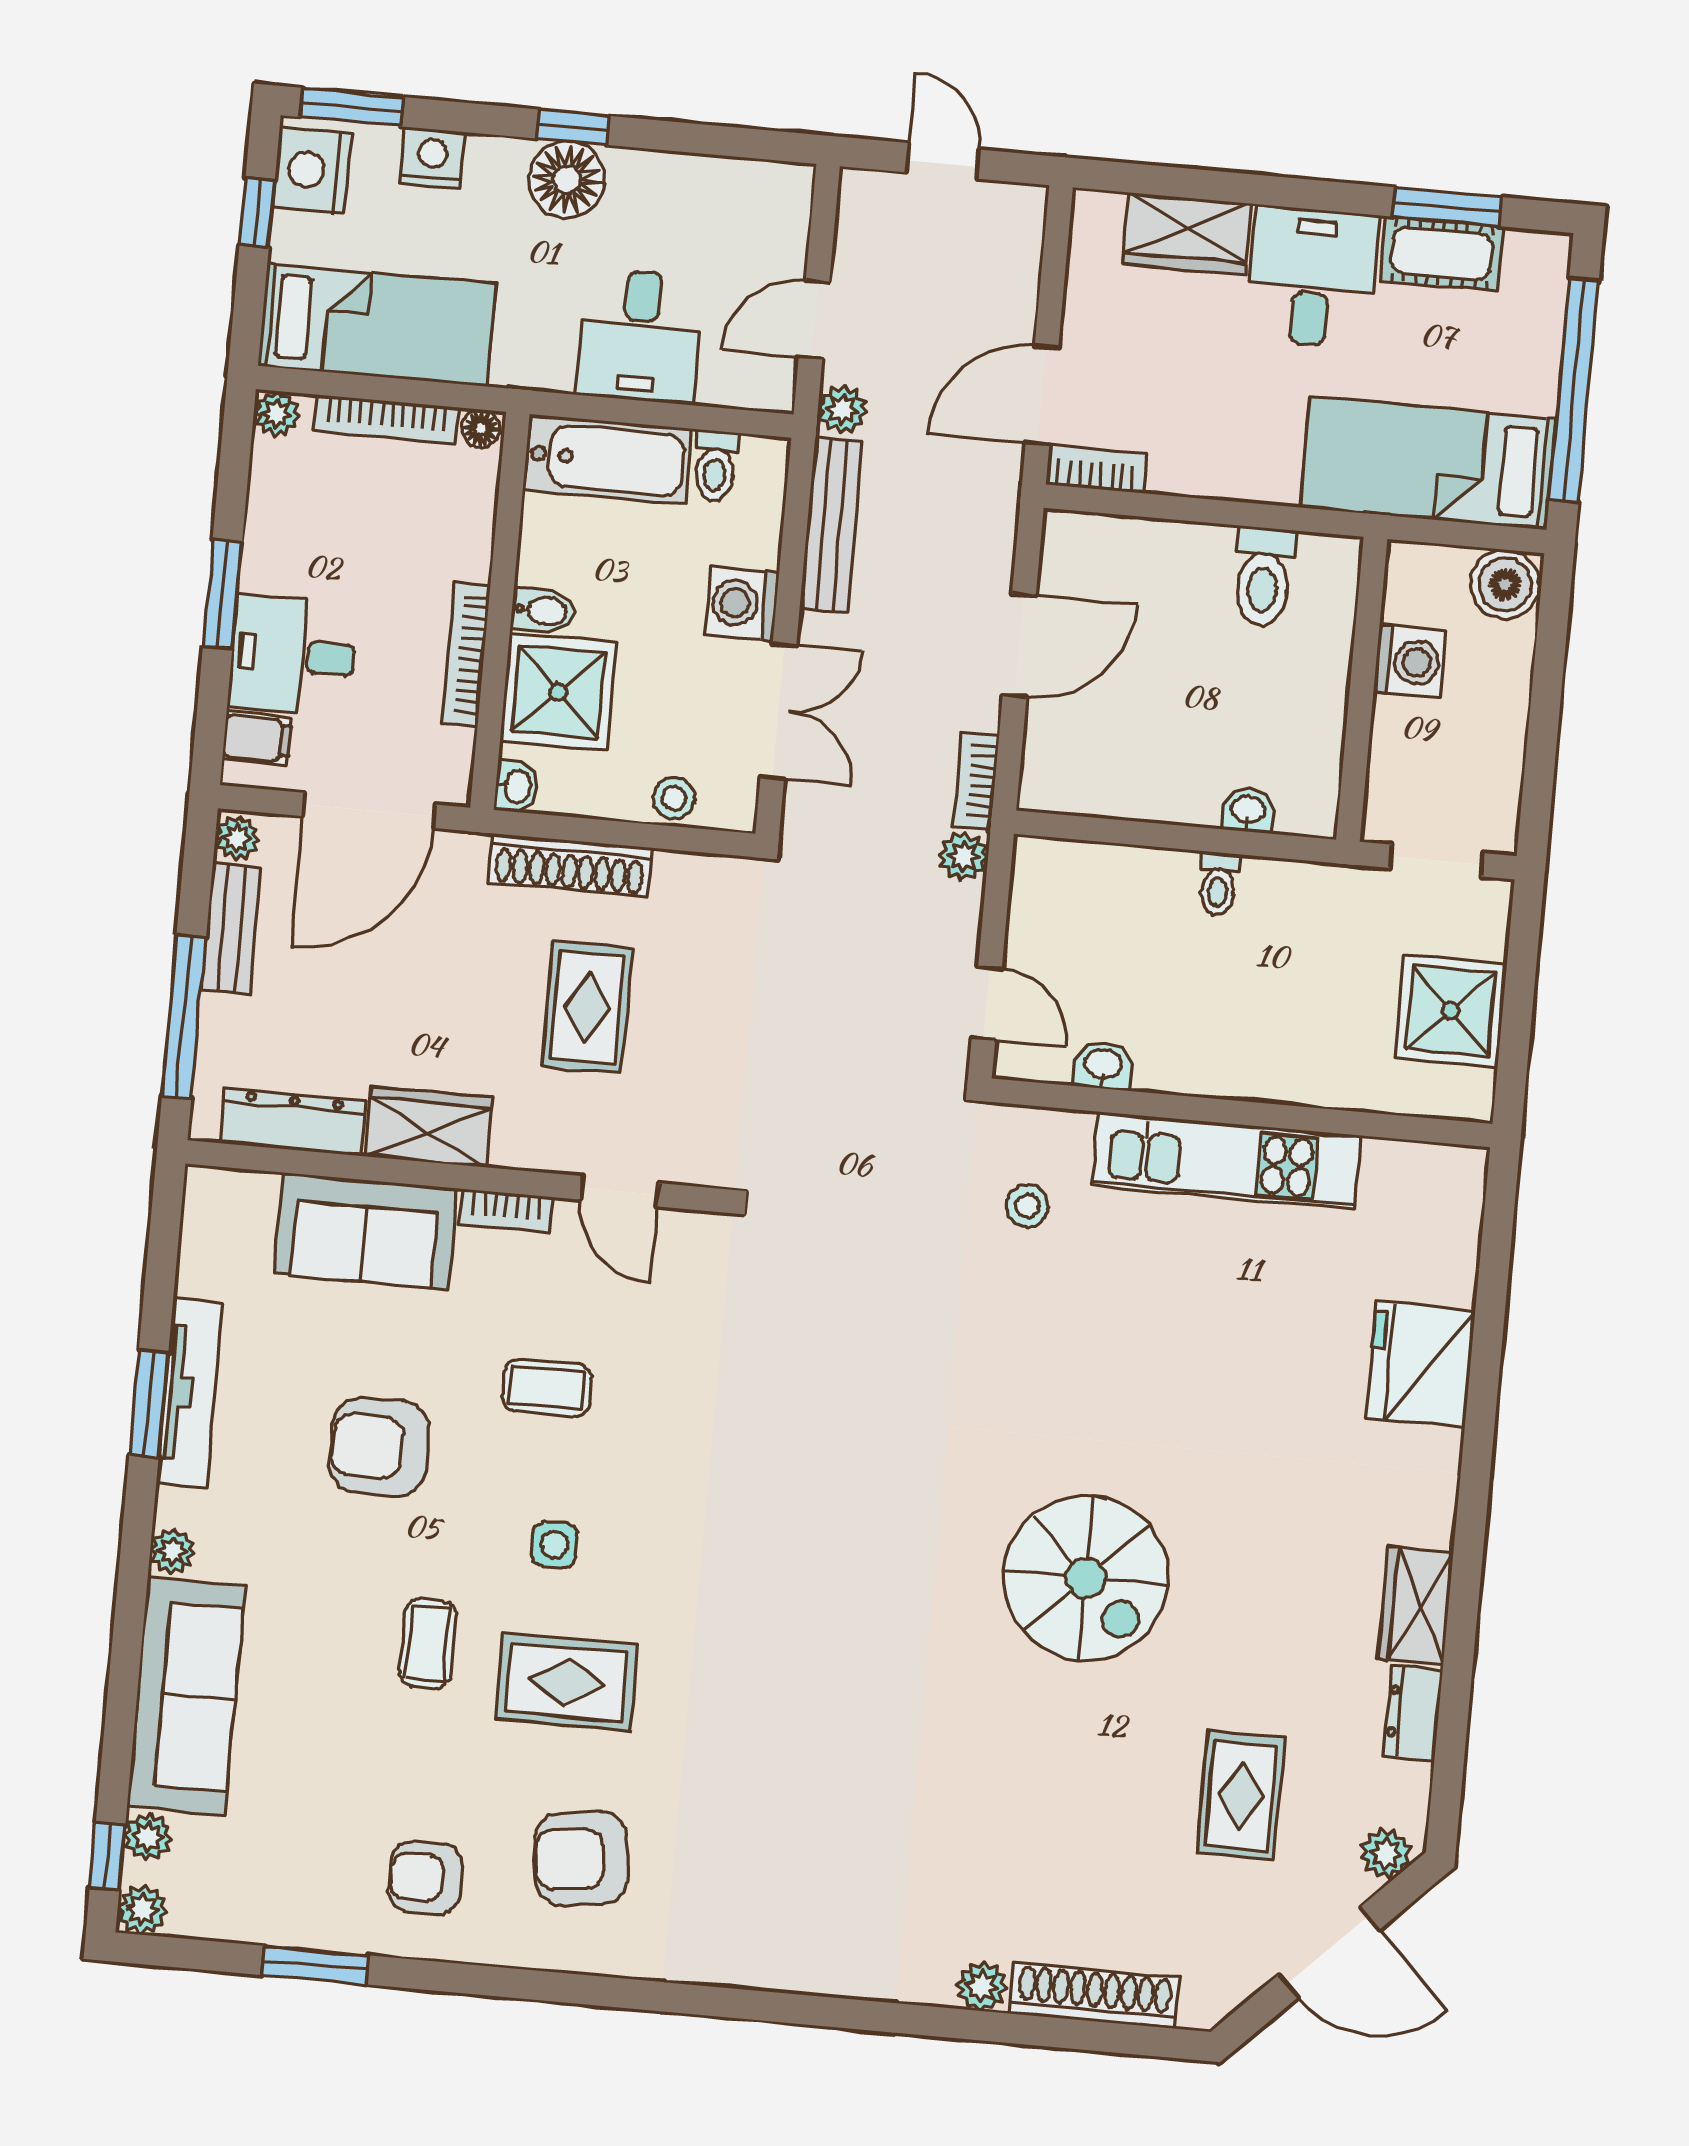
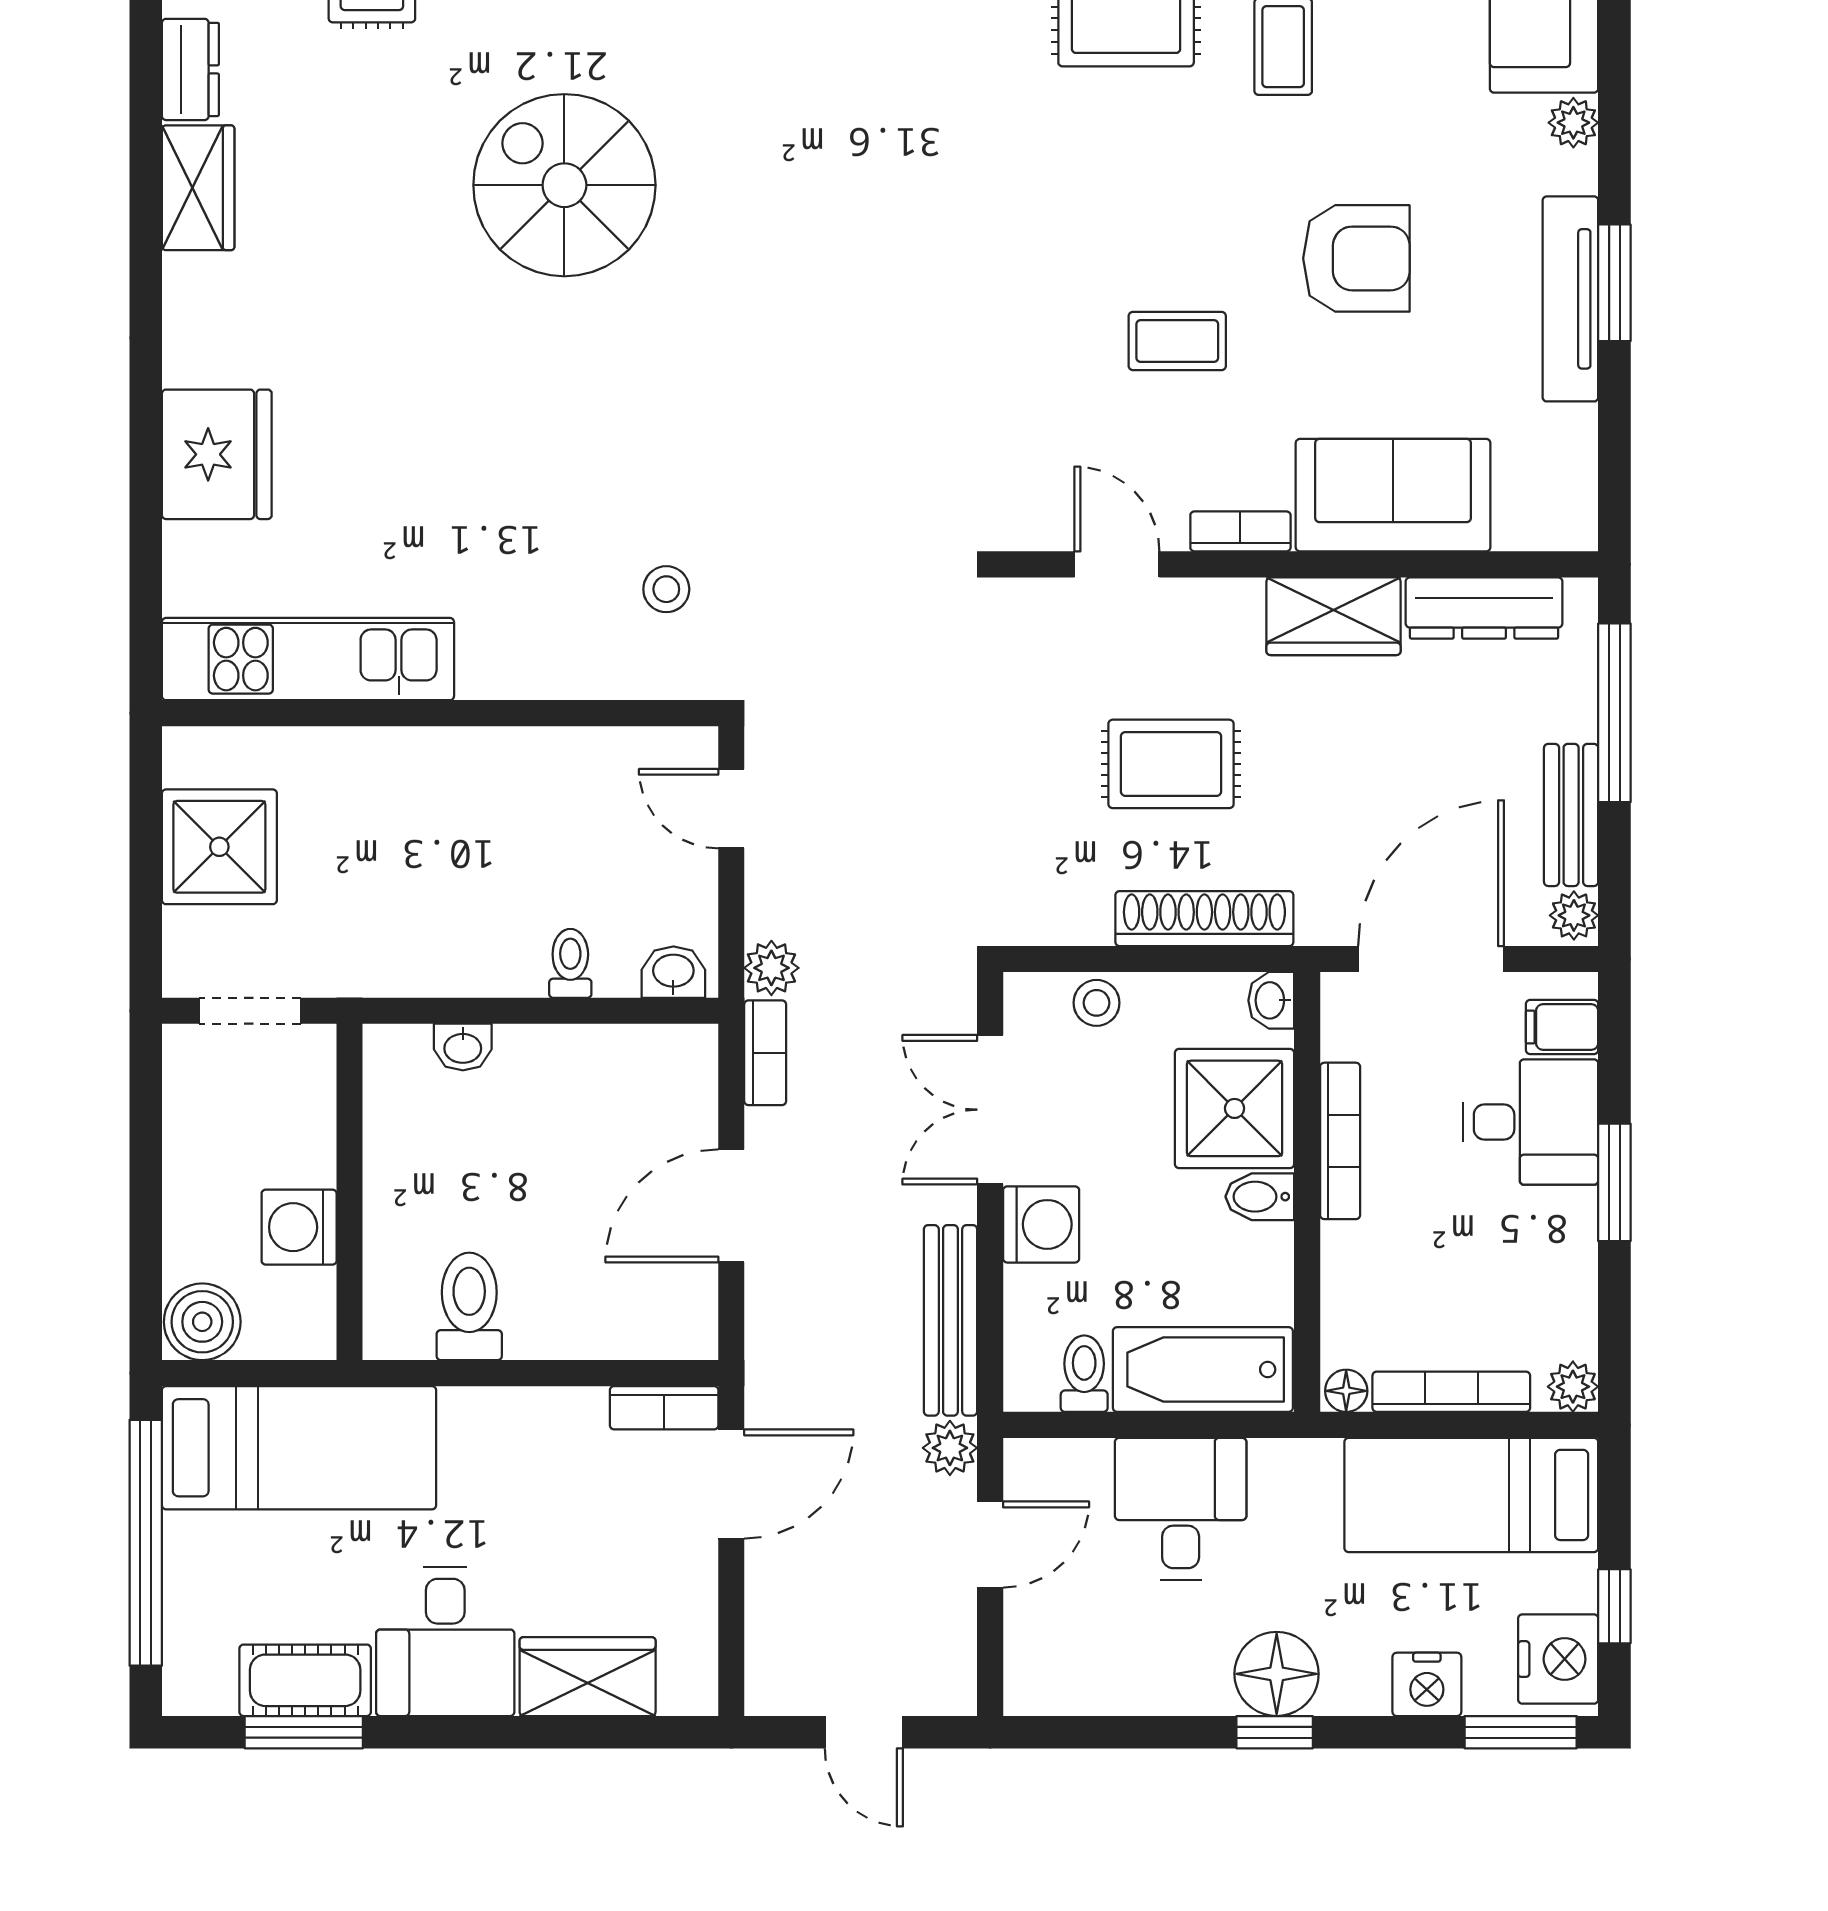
toilet: (1218, 884) -> (570, 963), moved
rug: (587, 1007) -> (1171, 764), turned 90
washbasin: (1103, 1065) -> (673, 972), moved, turned 180
kitchen unit: (1226, 1161) -> (308, 659), moved
side table: (554, 1545) -> (1153, 169), removed

